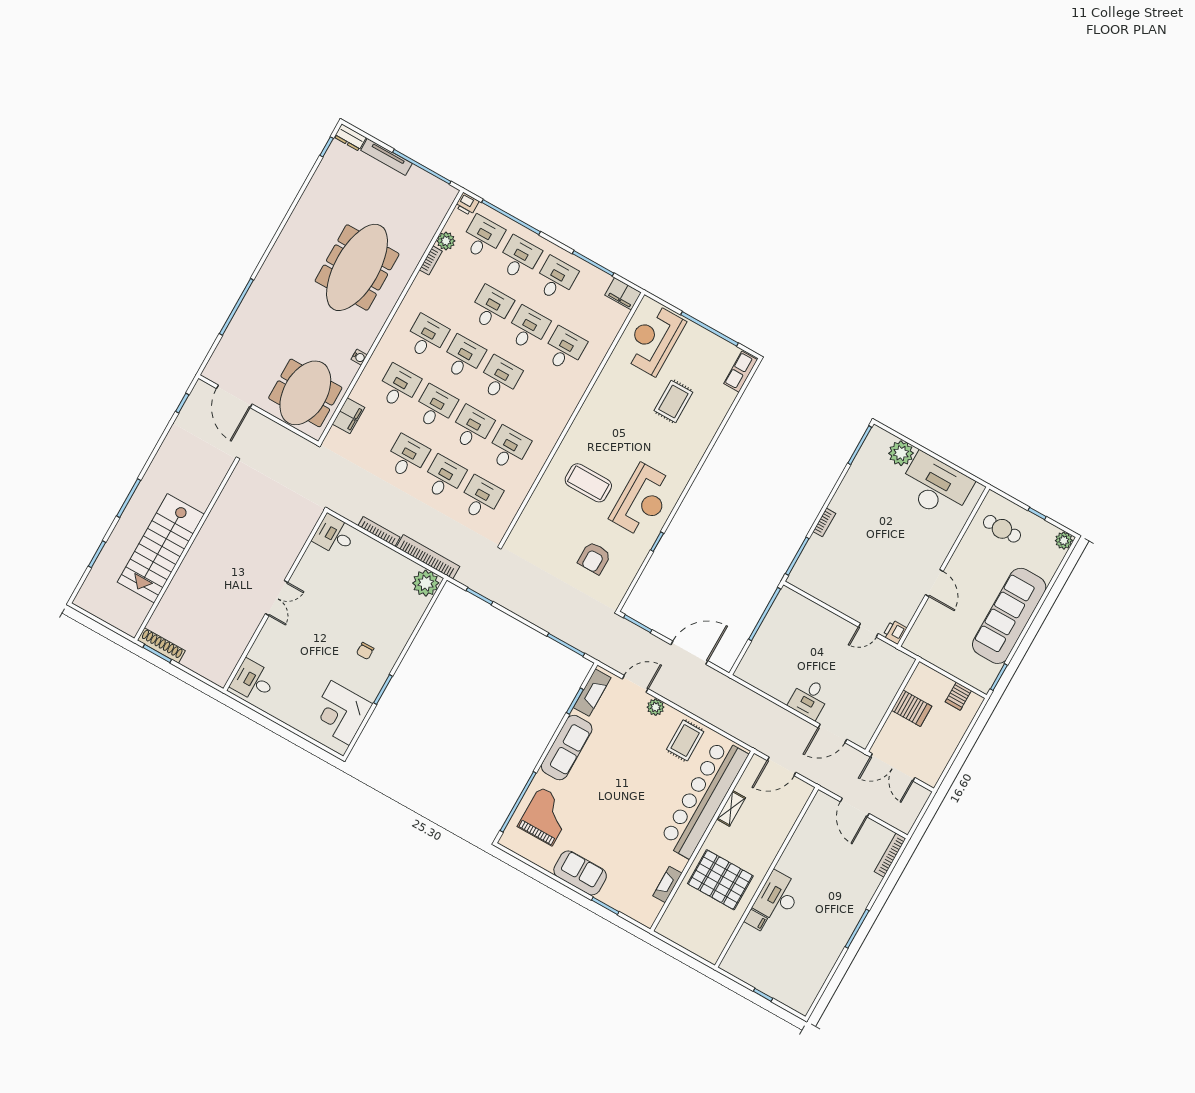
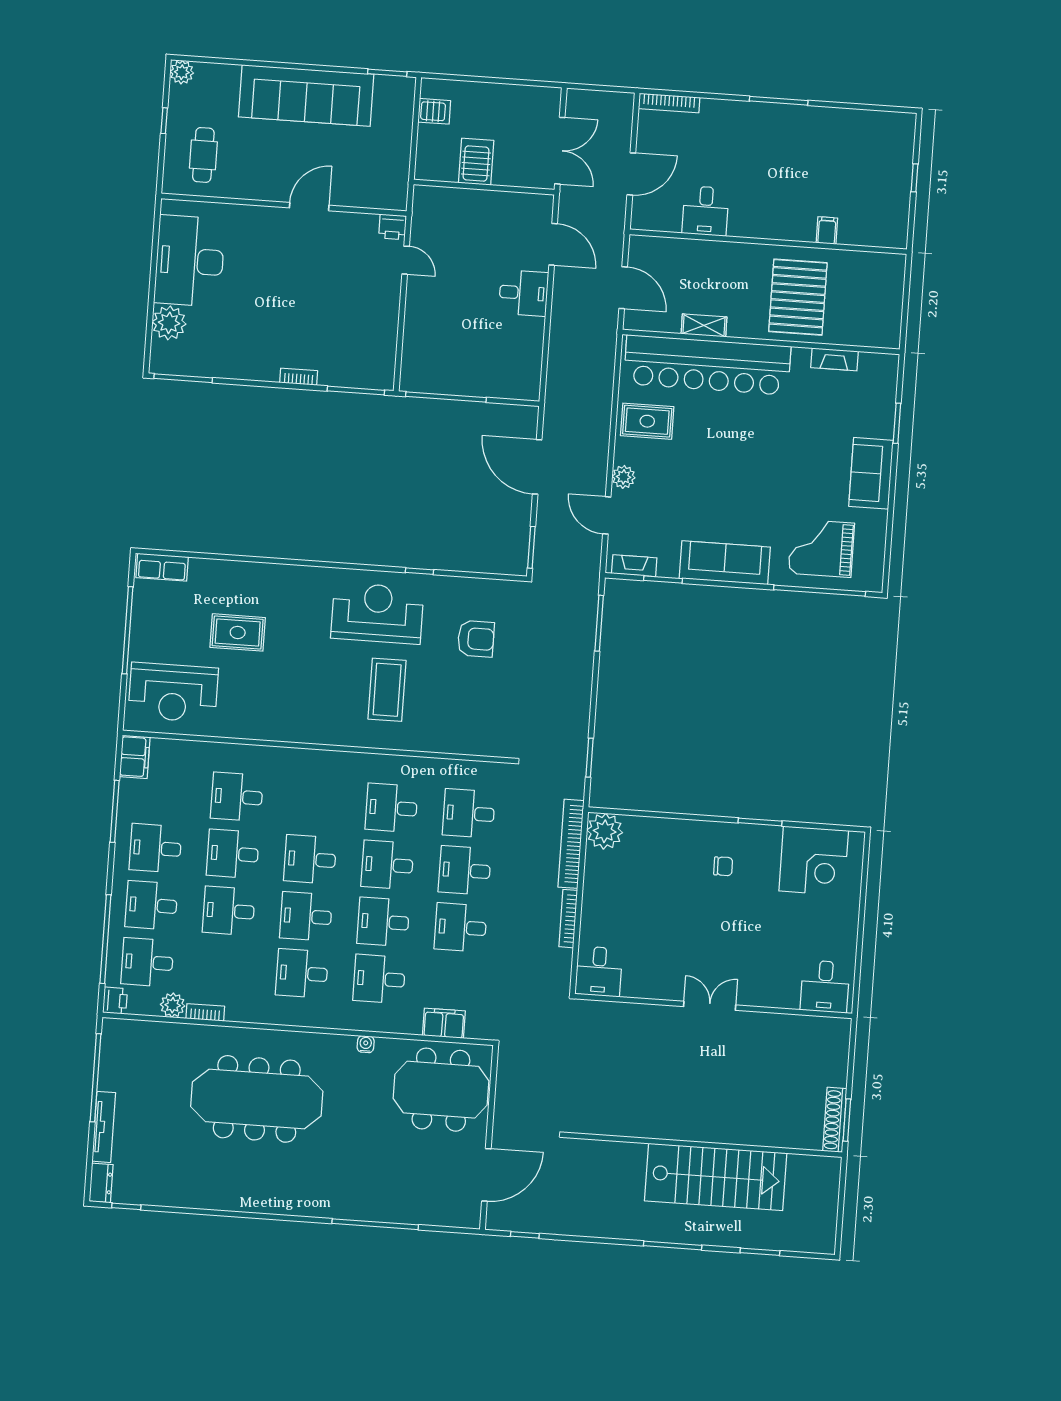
fireplace: (592, 693) -> (634, 566), width x0.73, depth x0.76
desk: (778, 897) -> (705, 211), moved, width x0.73

